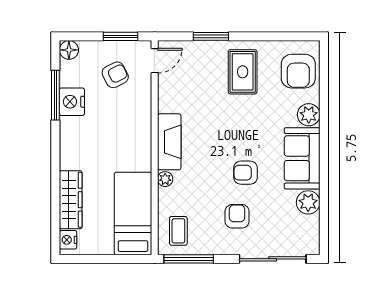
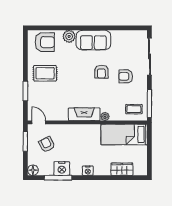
wardrobe: (71, 200) -> (122, 169), width x0.67
plant: (308, 202) -> (118, 37), removed
nightstand: (68, 240) -> (88, 171), moved

